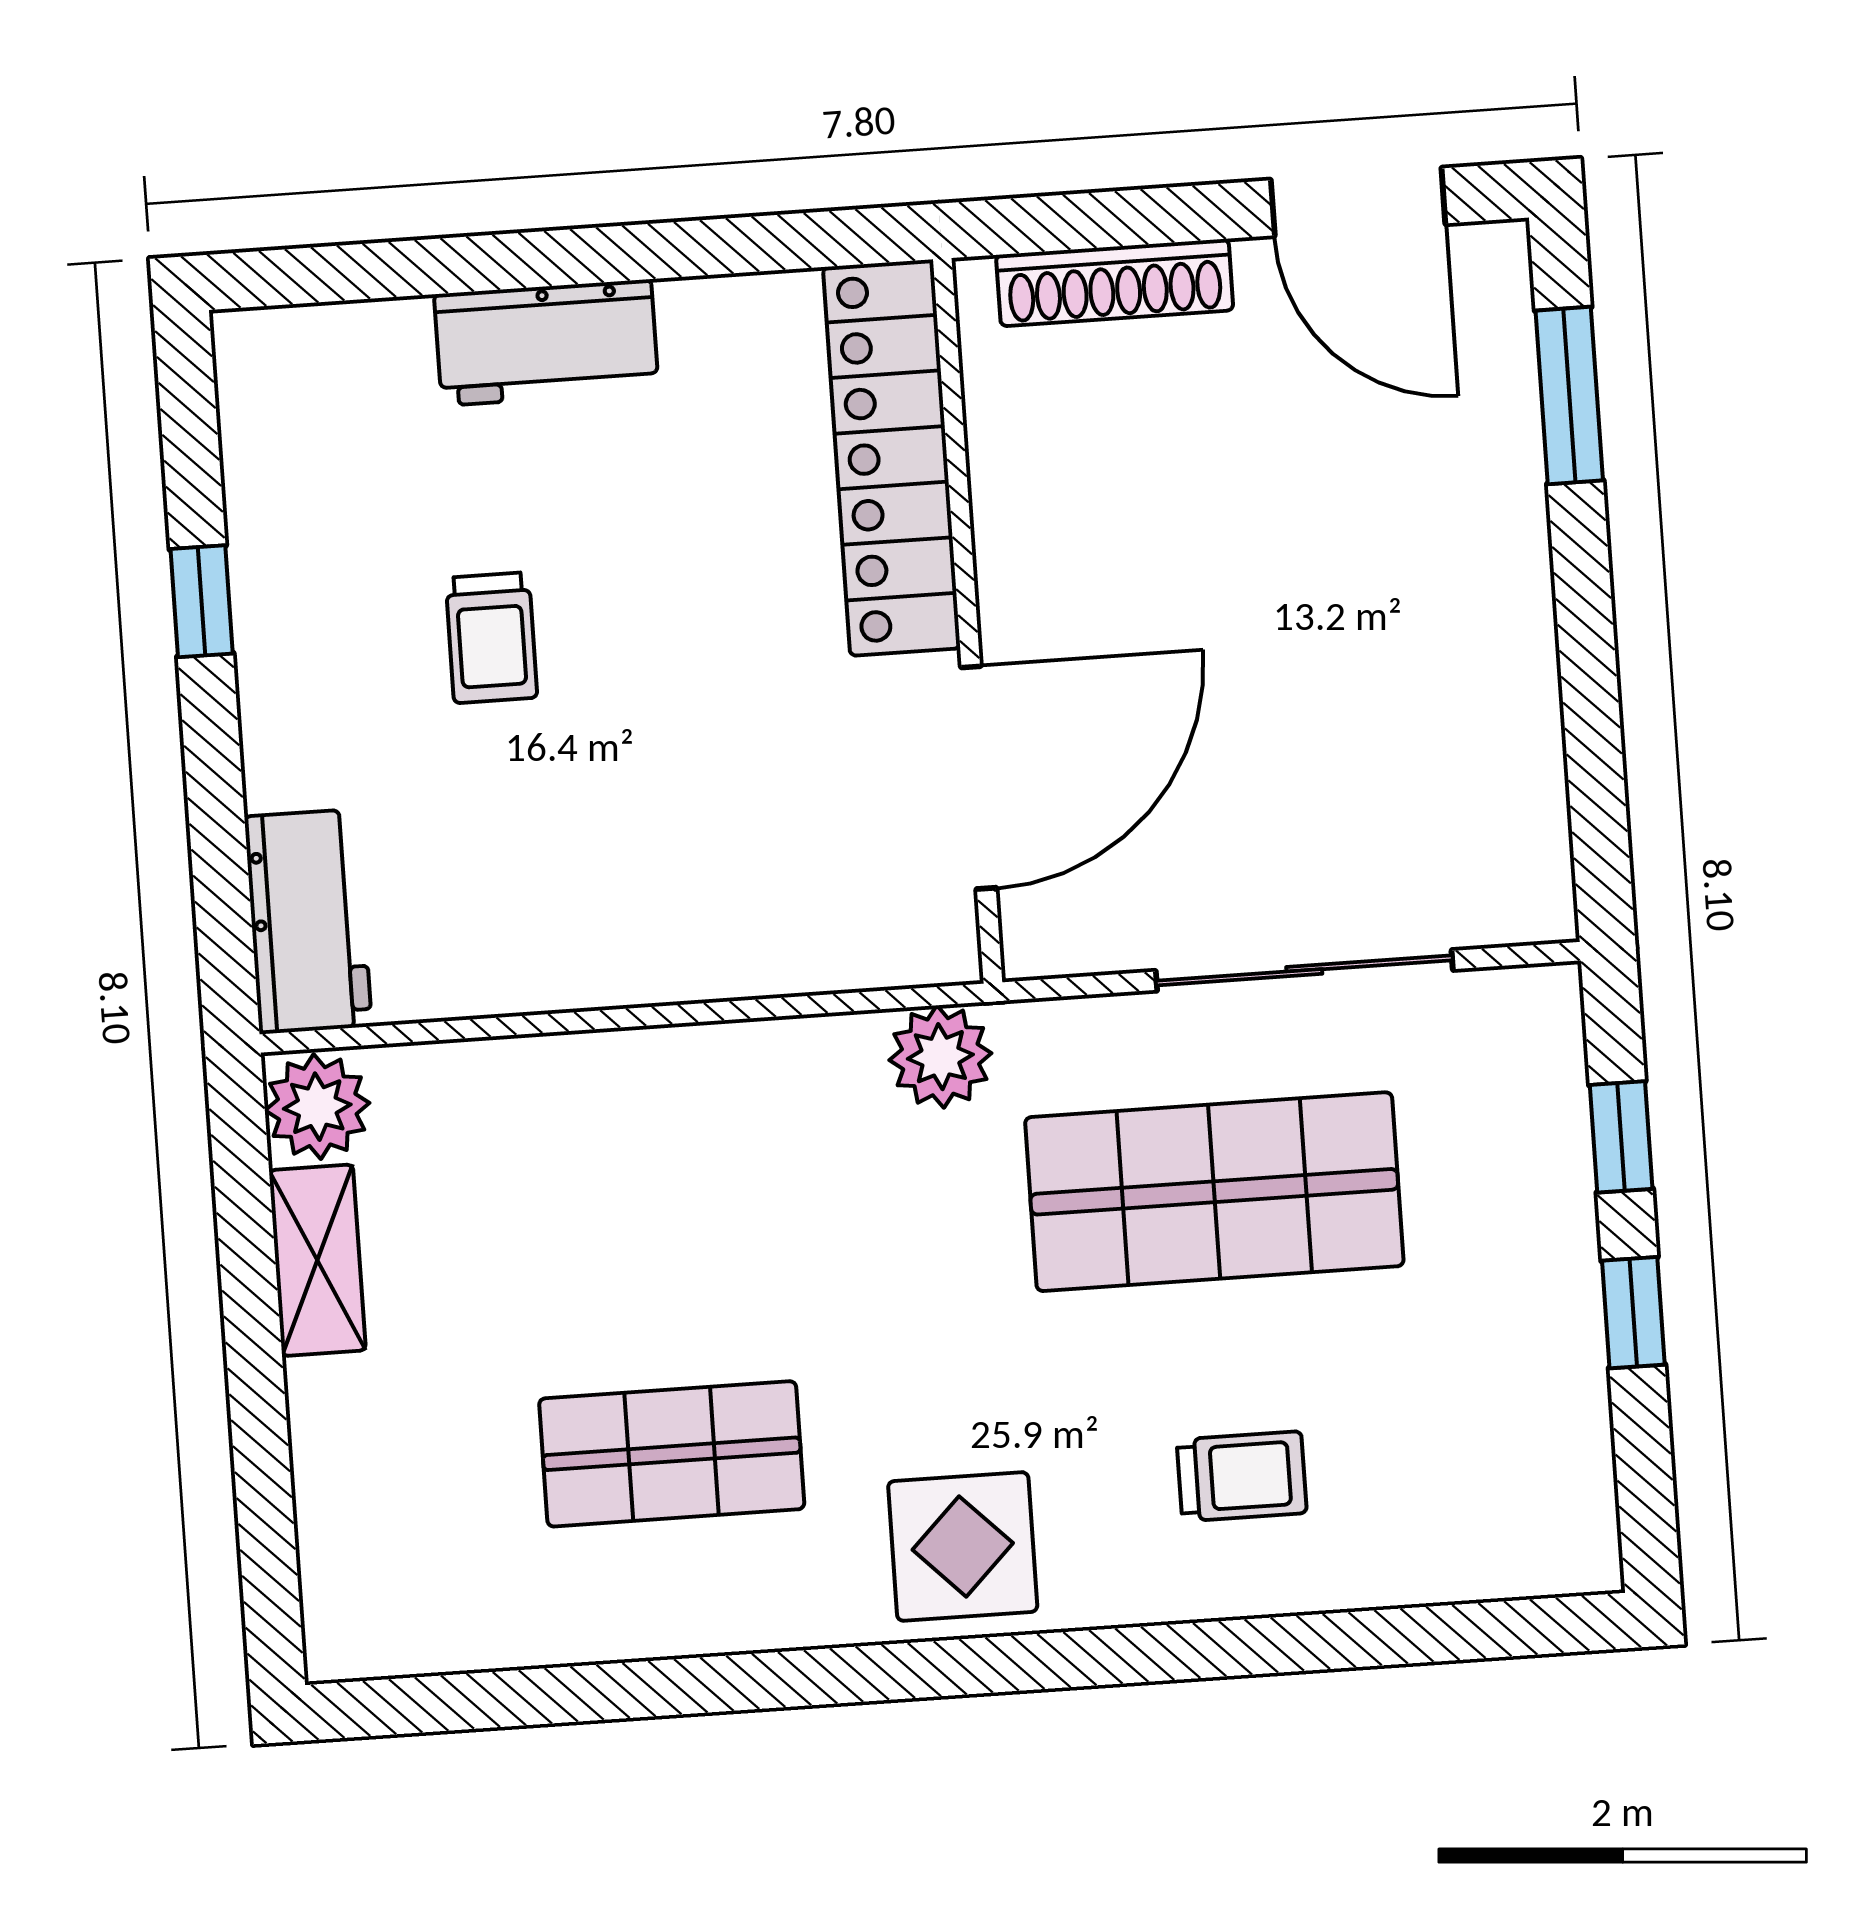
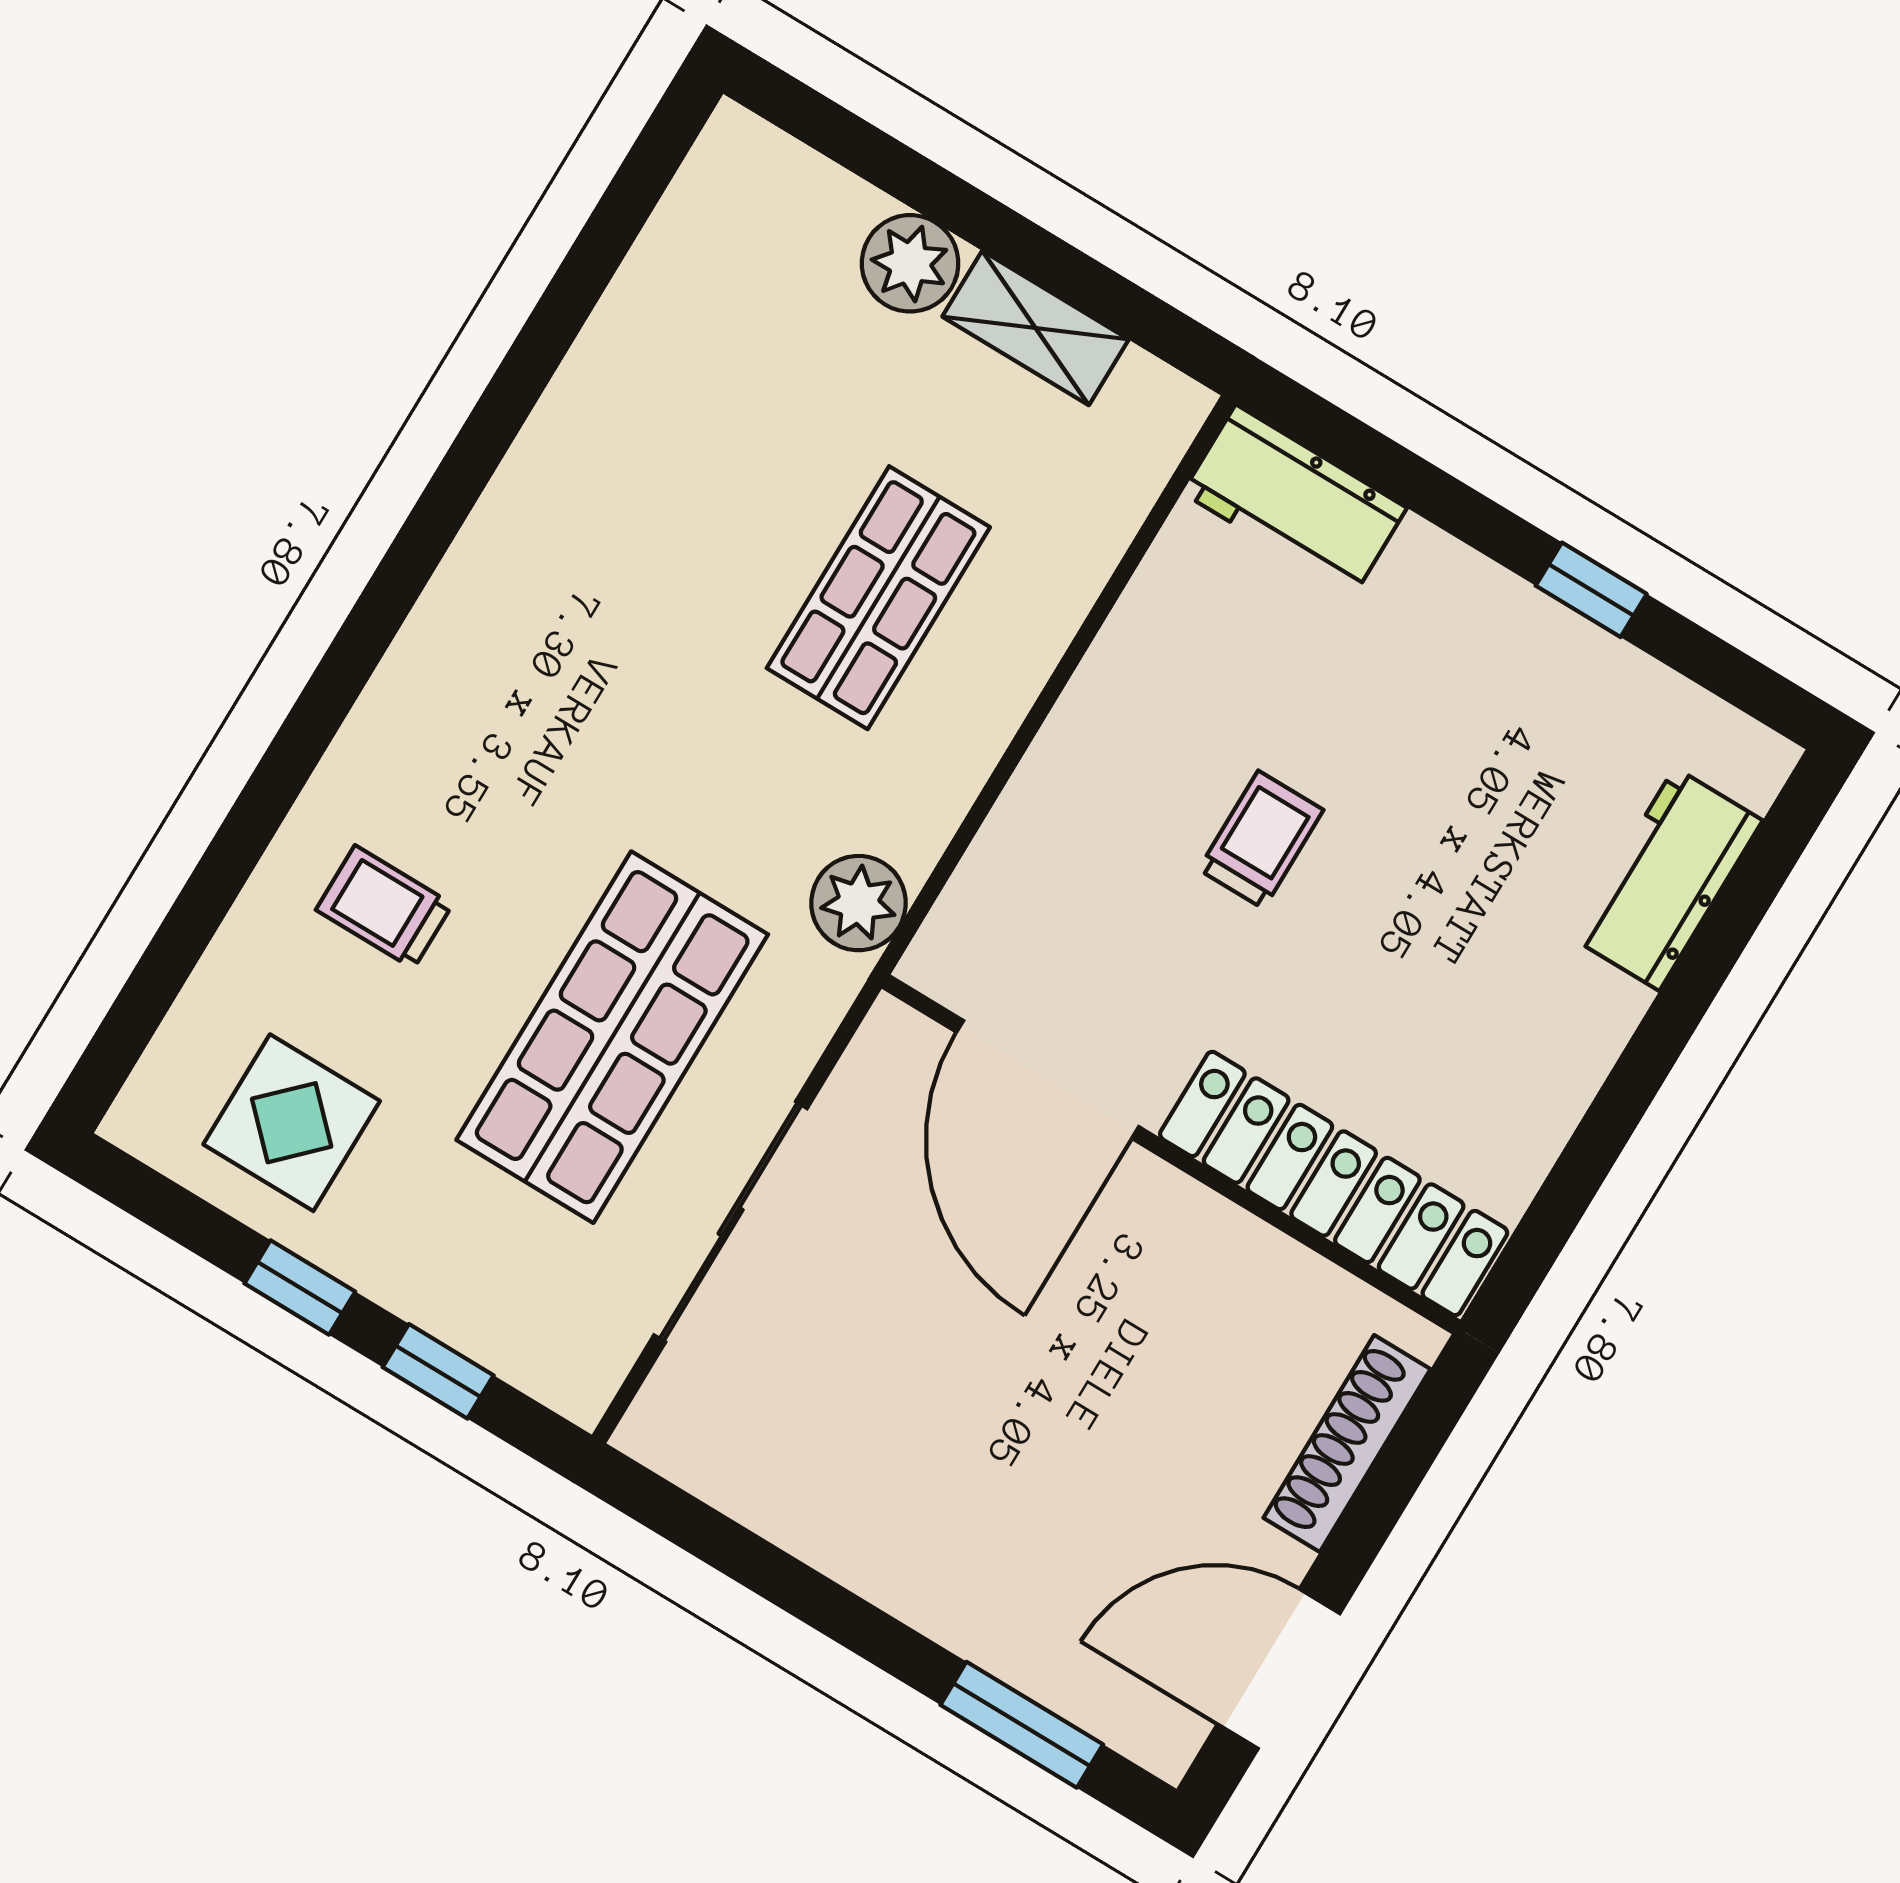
workbench: (546, 343) -> (1667, 879), moved
trolley: (491, 638) -> (1261, 840), moved, turned 90
plant: (317, 1107) -> (910, 263), moved
shop shelf: (672, 1454) -> (878, 598), moved
trolley: (1242, 1476) -> (384, 907), turned 90
display table: (963, 1546) -> (292, 1123), moved

